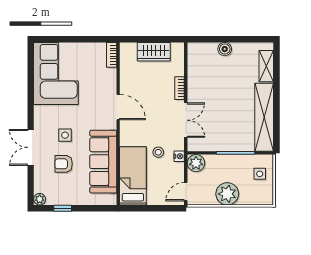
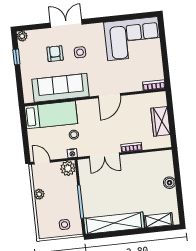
plant: (227, 194) -> (39, 194), width x0.53, depth x0.53

